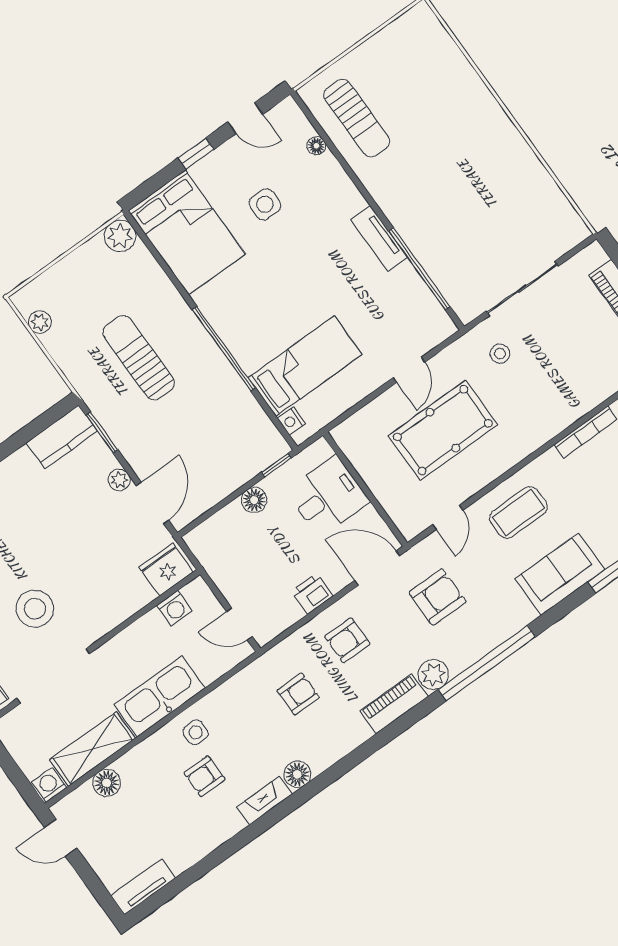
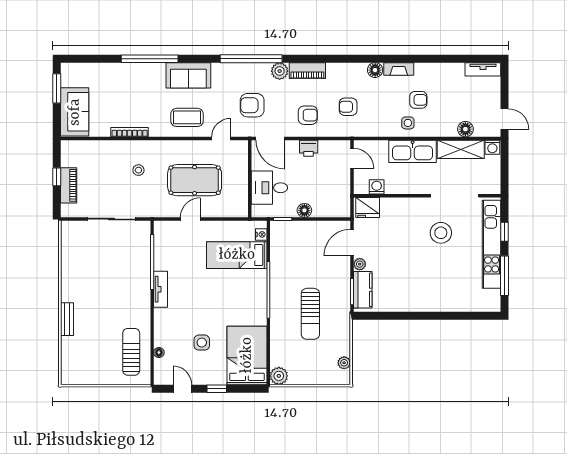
bench: (483, 99) -> (67, 319), added
stool: (500, 354) -> (138, 170), moved
kitchen counter: (62, 437) -> (363, 290), moved, turned 90

